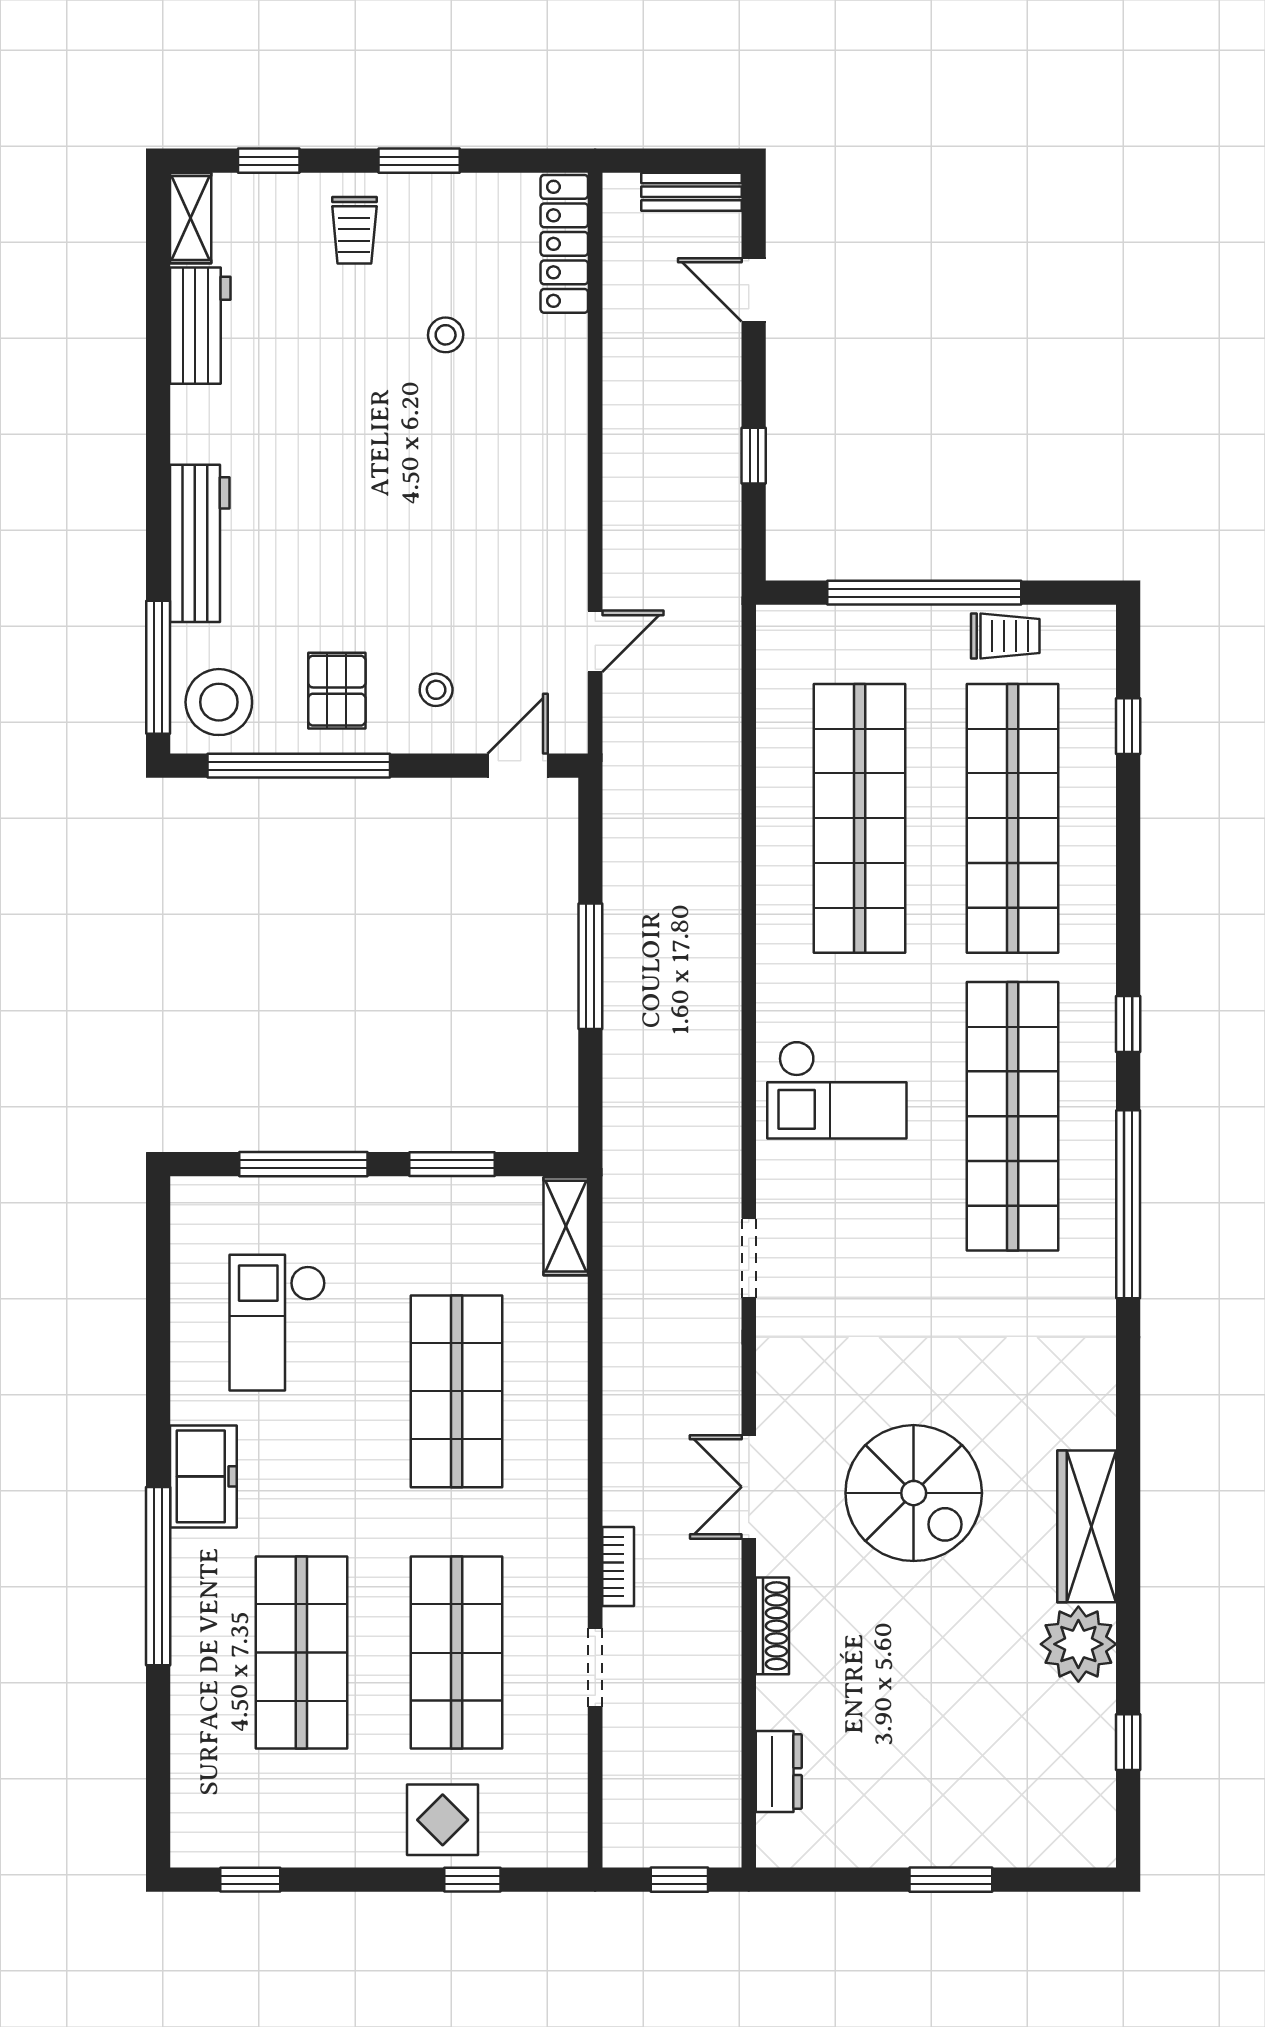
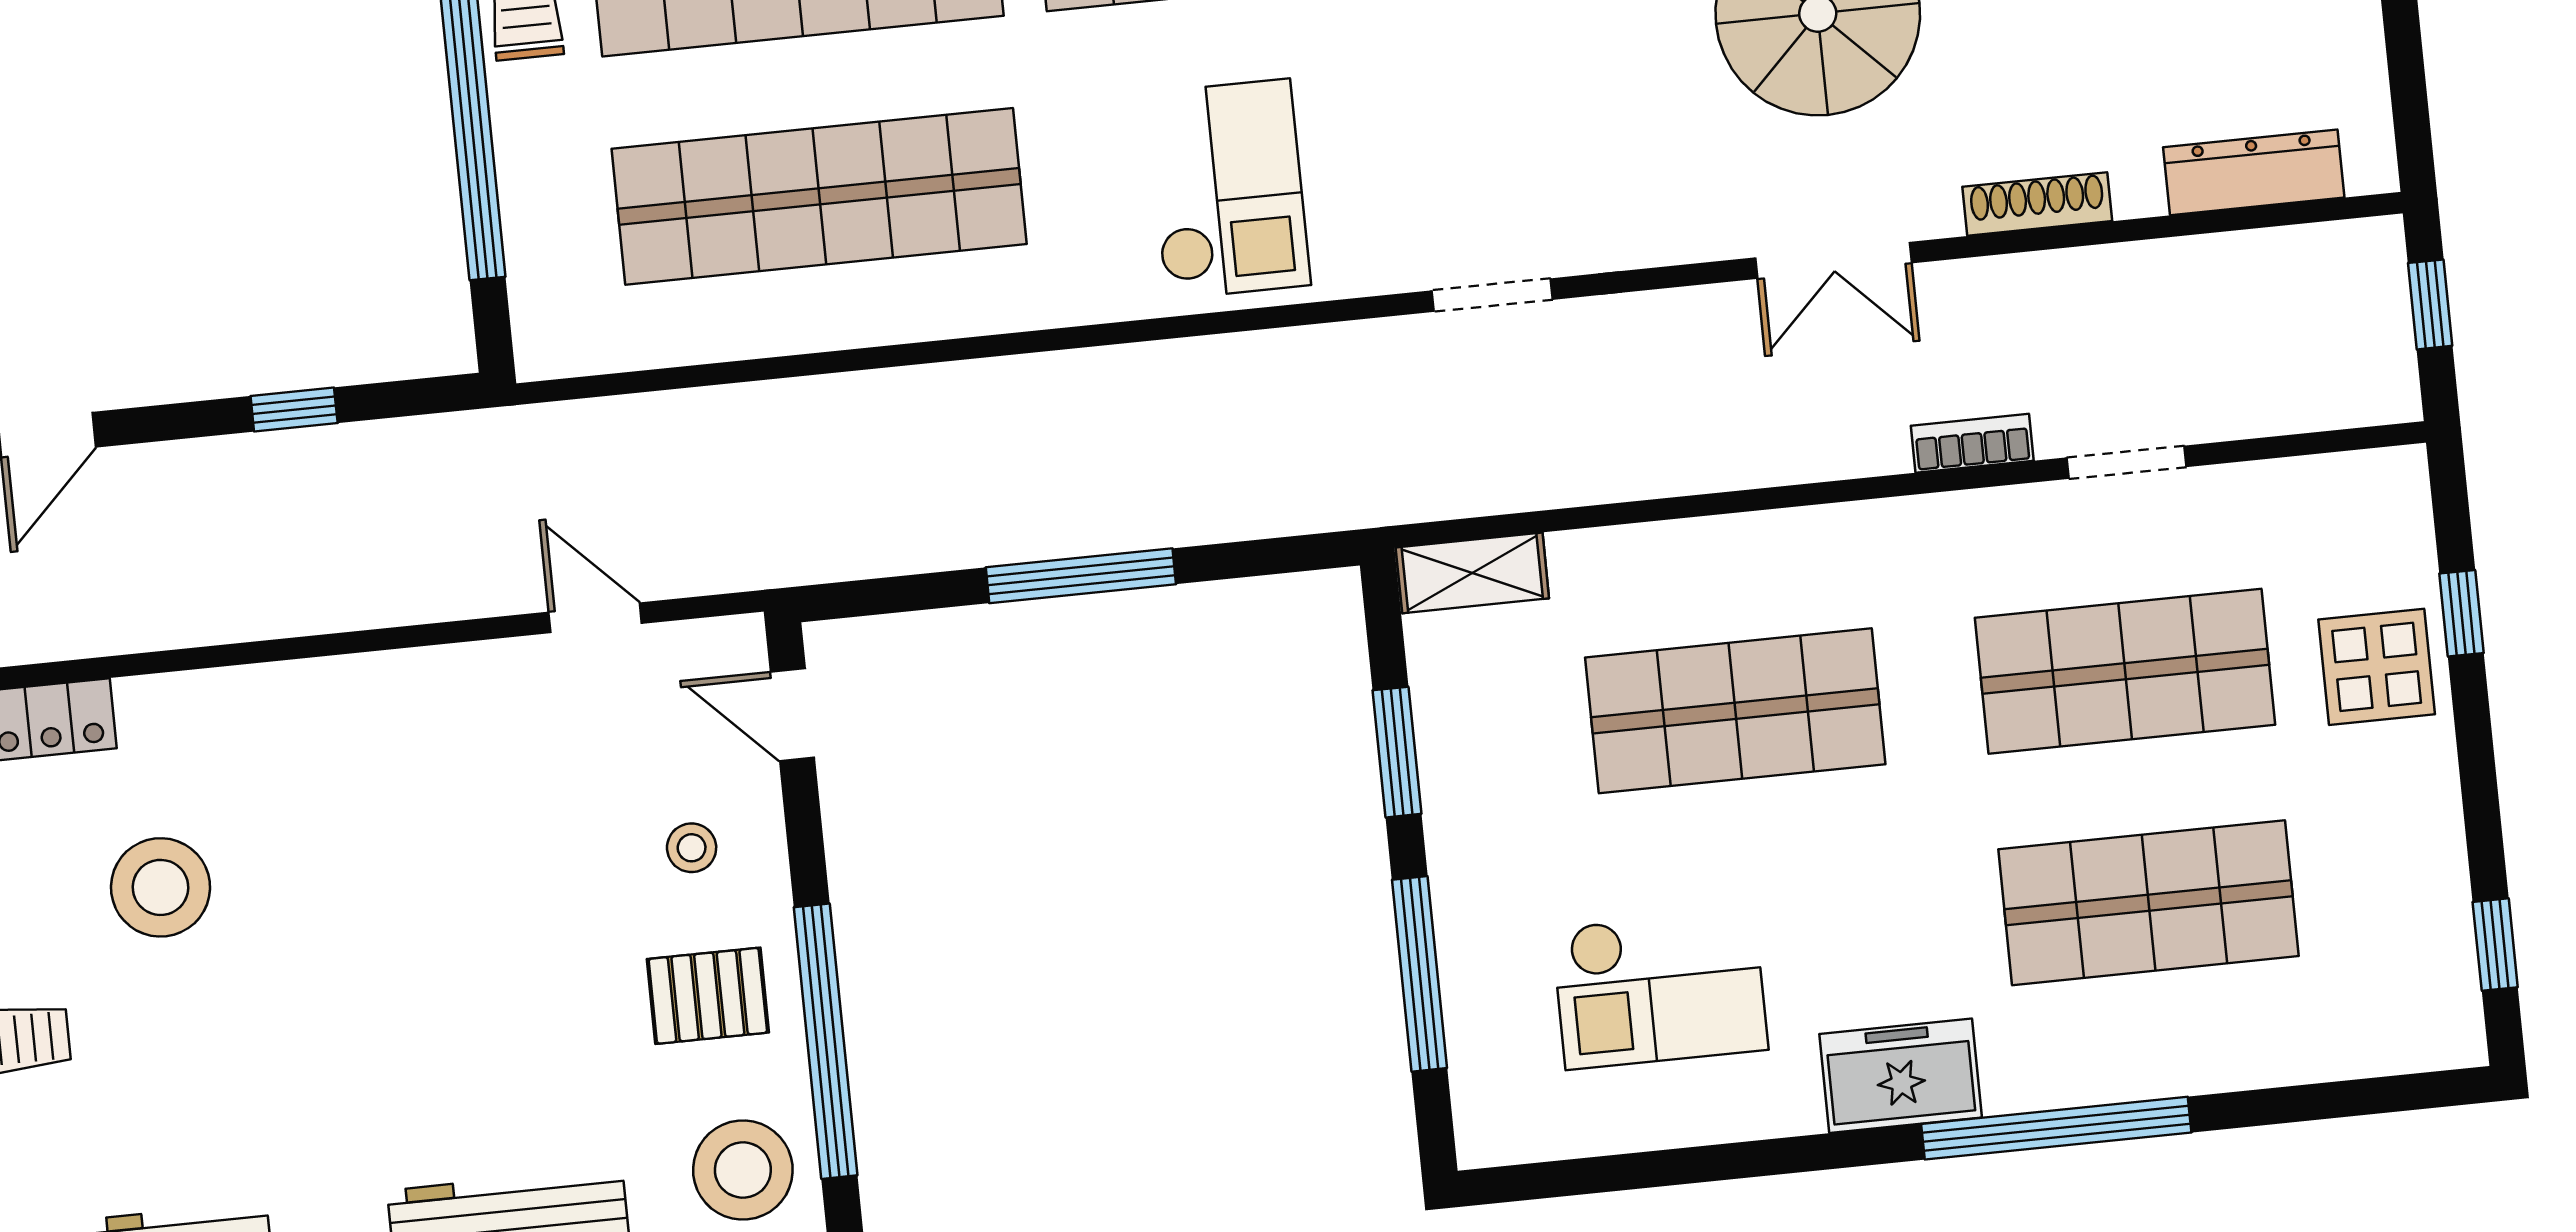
stool: (446, 335) -> (161, 887), width x1.89, depth x1.89
dresser: (779, 1772) -> (2254, 172), width x1.44

